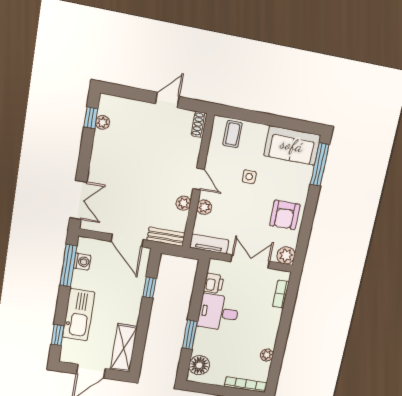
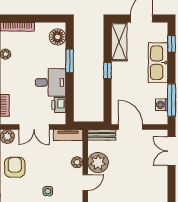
door: (199, 179) -> (85, 183), swing flipped
plant: (183, 203) -> (98, 163), width x1.87, depth x1.87
window: (149, 288) -> (107, 71), moved

